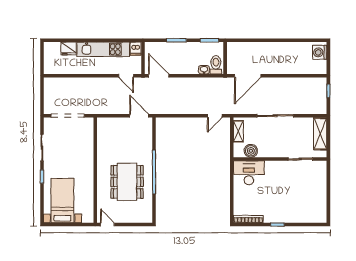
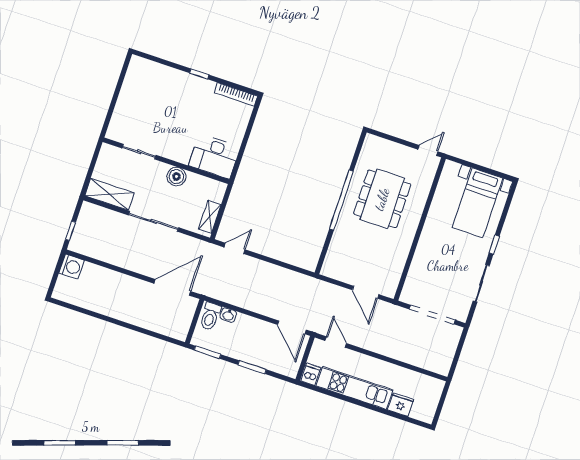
washing machine: (320, 52) -> (72, 267), moved
door: (139, 116) -> (366, 292), moved
shelving: (320, 134) -> (109, 194), moved, turned 90
boiler: (251, 151) -> (176, 177), moved
door: (107, 225) -> (428, 150), swing flipped

